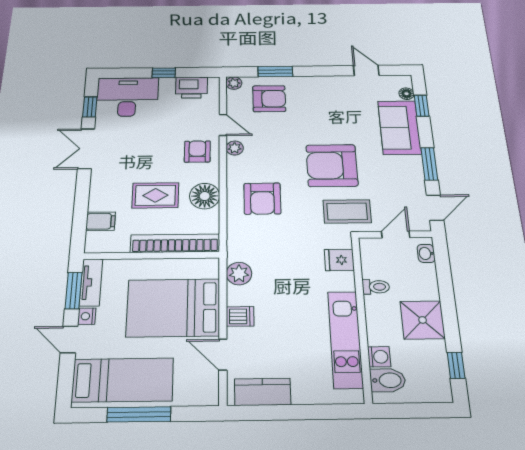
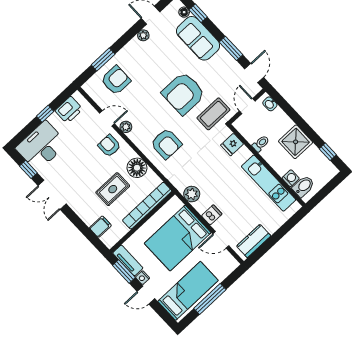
plant: (234, 83) -> (143, 35), moved

